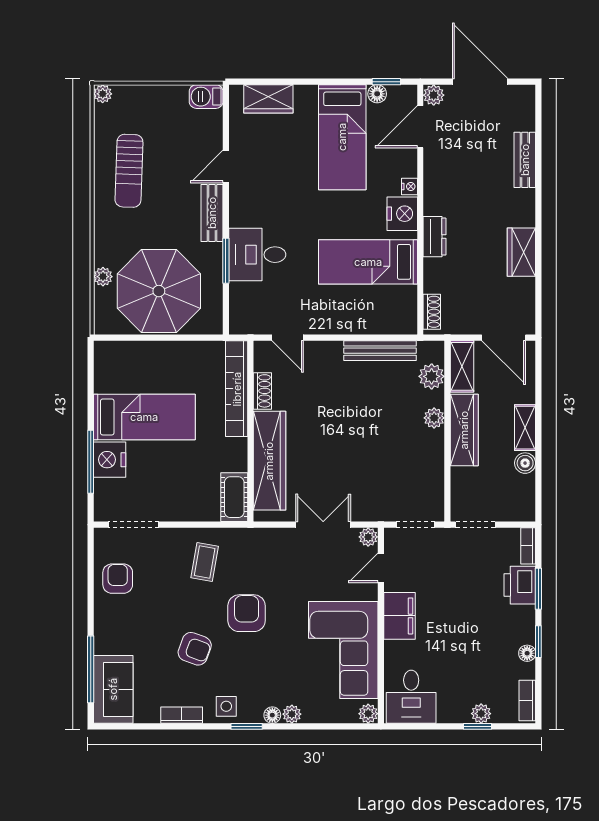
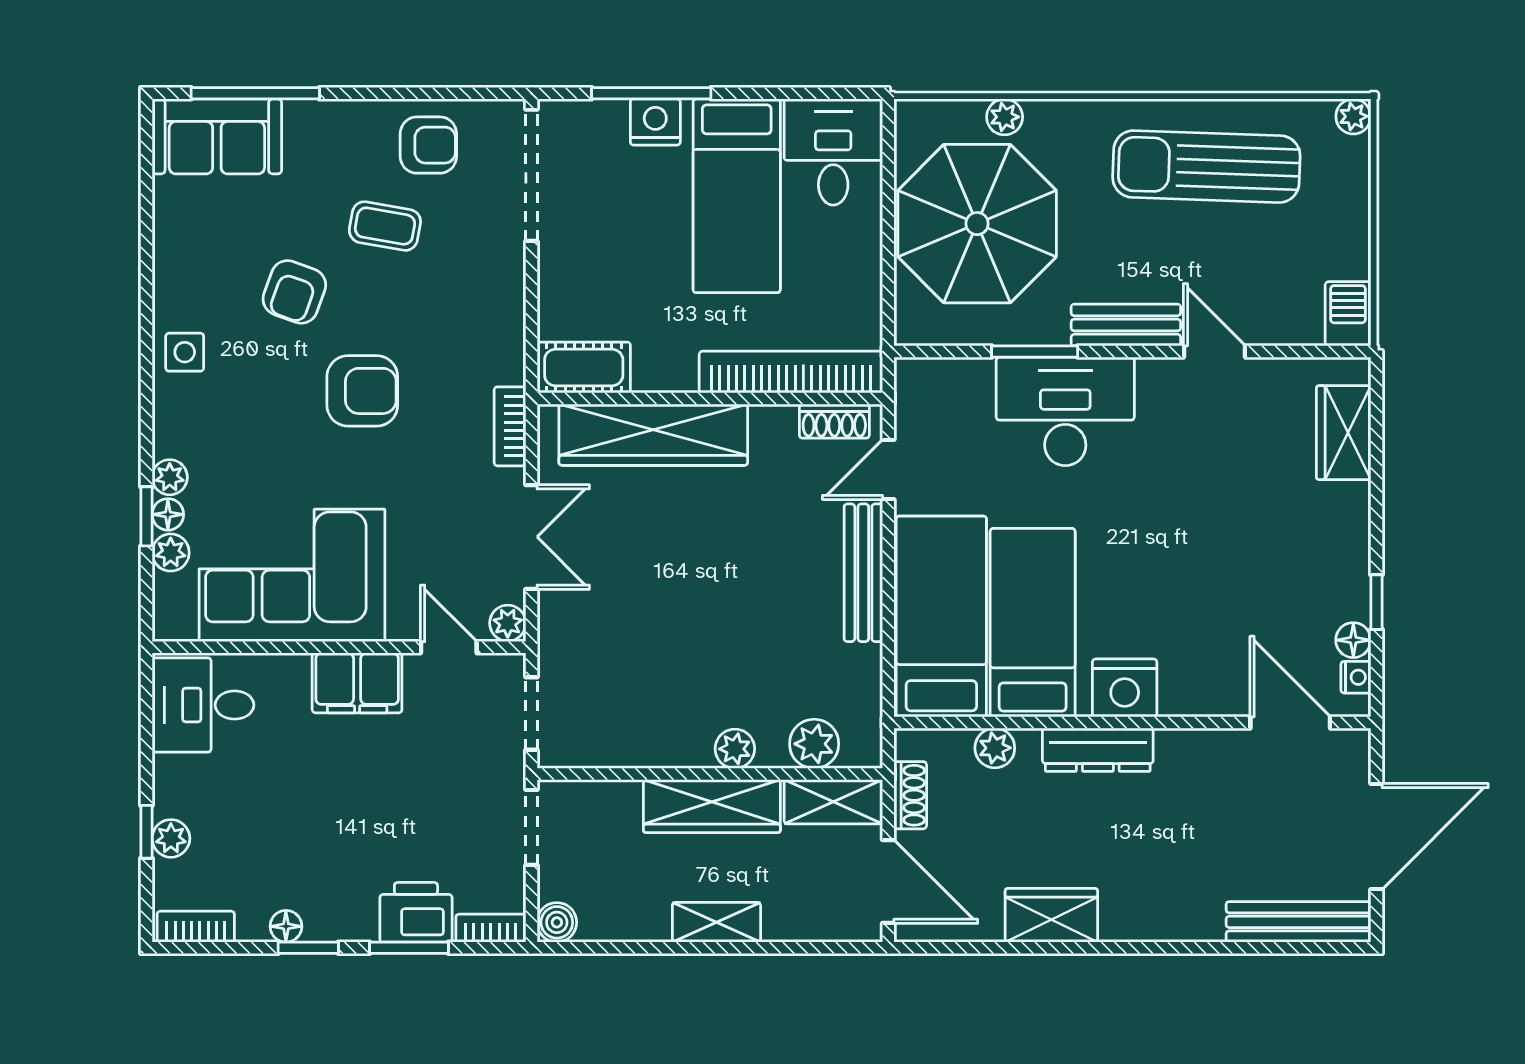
window: (386, 82) -> (1376, 602), moved
plant: (434, 95) -> (995, 748), moved
bed: (342, 137) -> (941, 616), moved, turned 90
bench: (525, 160) -> (1298, 922), moved, width x1.36
sun lounger: (129, 171) -> (1206, 167), width x1.36, depth x1.34
nightstand: (409, 186) -> (1356, 677), moved, turned -90
dresser: (435, 237) -> (1098, 750), width x1.44
desk: (257, 255) -> (1065, 411), width x1.37
shoe rack: (432, 312) -> (910, 795), moved, turned -90
door: (504, 338) -> (888, 881), swing flipped
bench: (380, 351) -> (863, 573), moved
desk: (121, 366) -> (833, 152), added
shoe rack: (262, 391) -> (834, 421), moved
nightstand: (110, 460) -> (655, 122), width x0.74, depth x0.75
boiler: (525, 463) -> (557, 922), moved
doorway: (134, 525) -> (531, 175), width x1.36
coffee table: (205, 562) -> (385, 226), moved
plant: (368, 714) -> (171, 553), moved
bookcase: (182, 715) -> (510, 426), moved, turned 180
floor lamp: (272, 715) -> (168, 514), moved
window: (247, 726) -> (146, 516), moved

